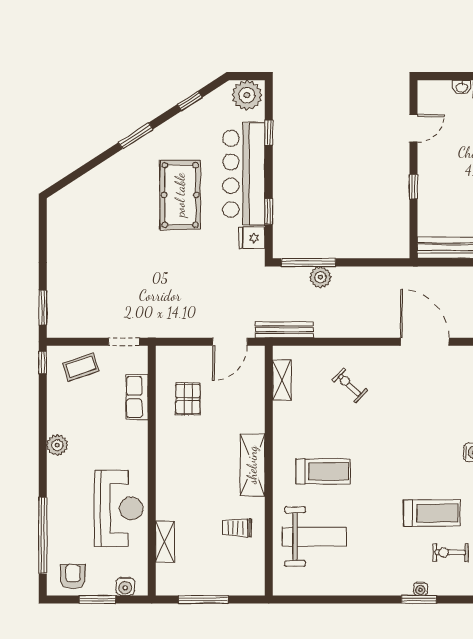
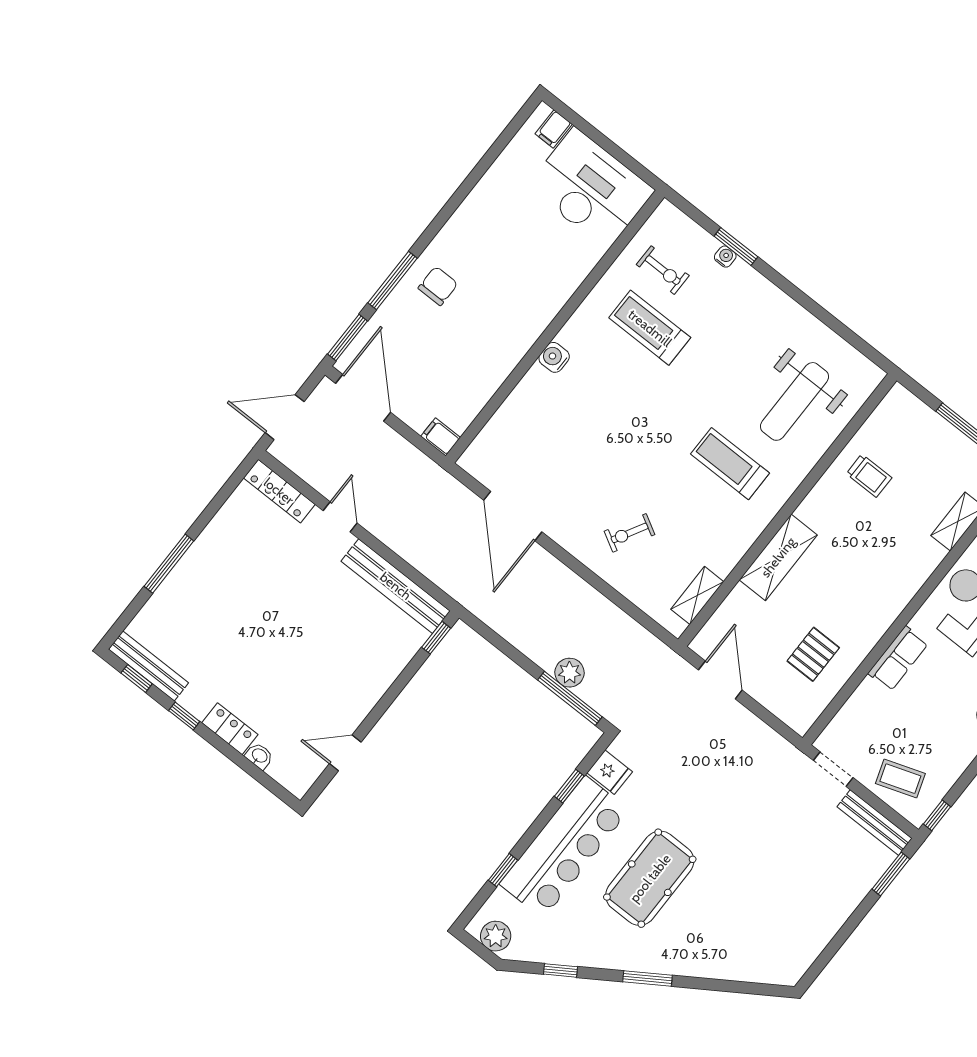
plant: (247, 95) -> (496, 936), width x0.73, depth x0.73
window: (414, 187) -> (436, 638), moved
bench: (284, 330) -> (874, 823), moved
door: (230, 342) -> (720, 680), hinge flipped
exercise bike: (350, 385) -> (630, 533), turned 75
row of seats: (137, 397) -> (898, 658), moved
shelving: (252, 465) -> (778, 557), moved
weight bench: (314, 537) -> (795, 401), turned -90

